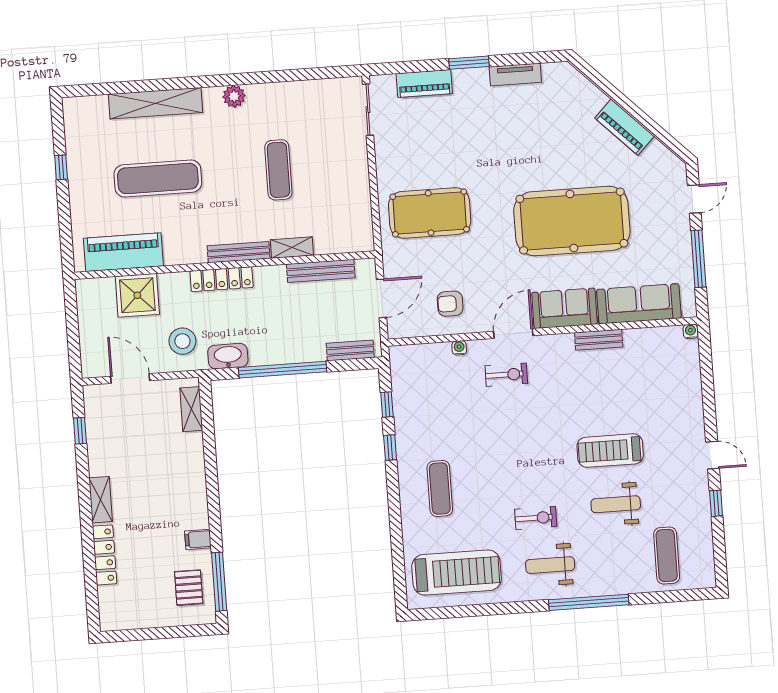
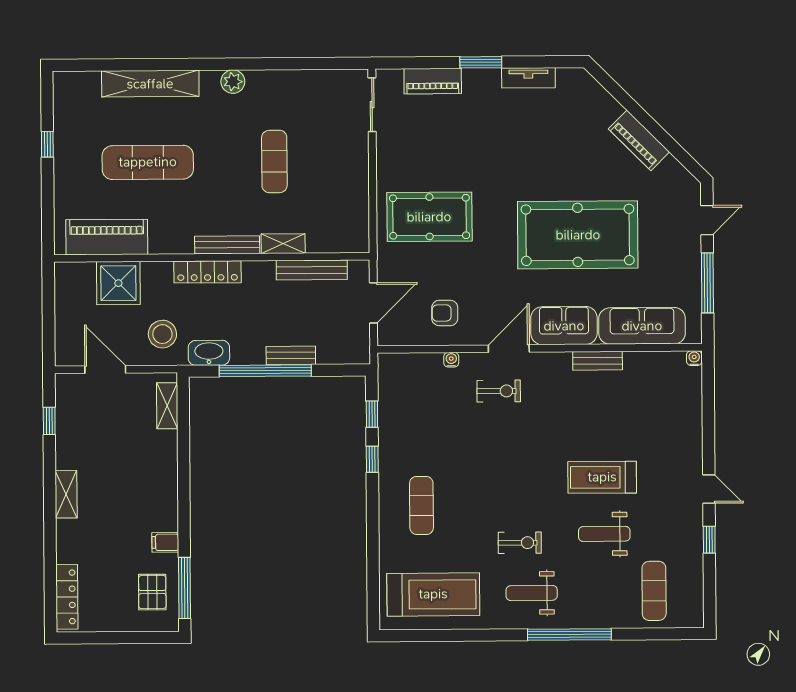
bench: (350, 350) -> (291, 355), moved
locker: (105, 555) -> (67, 597), moved

